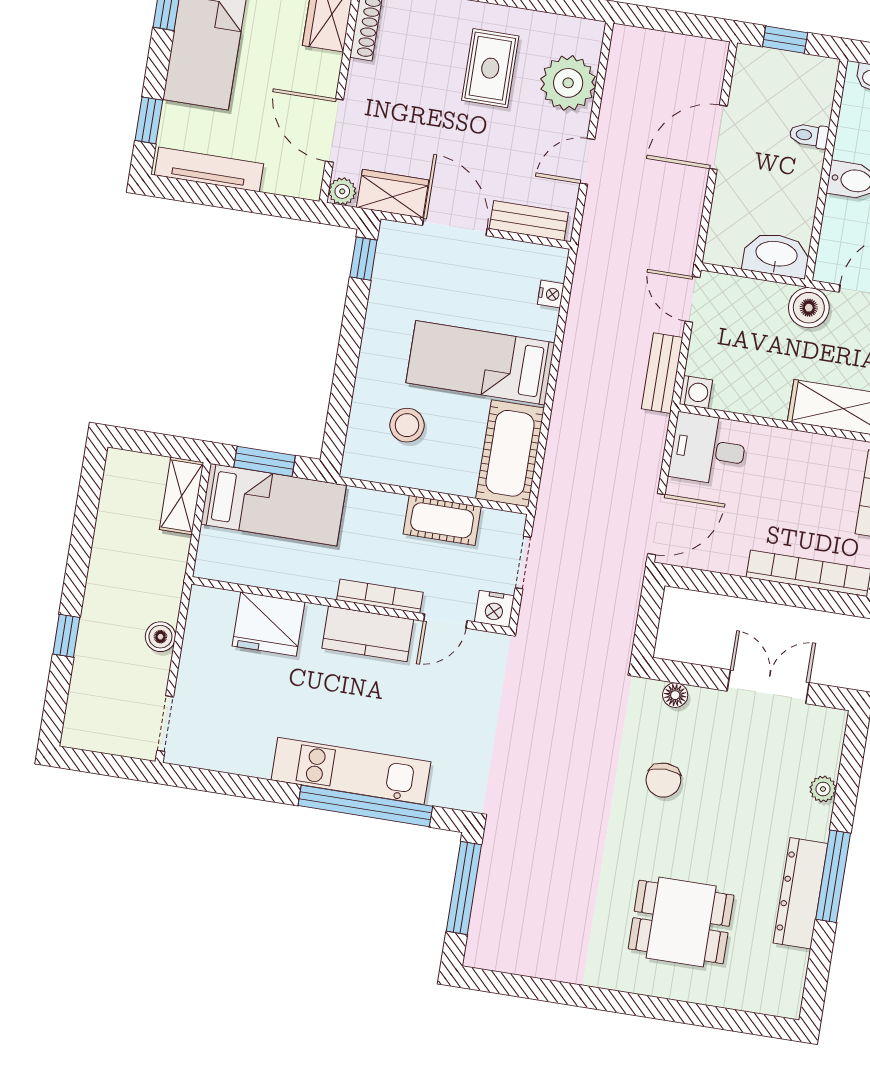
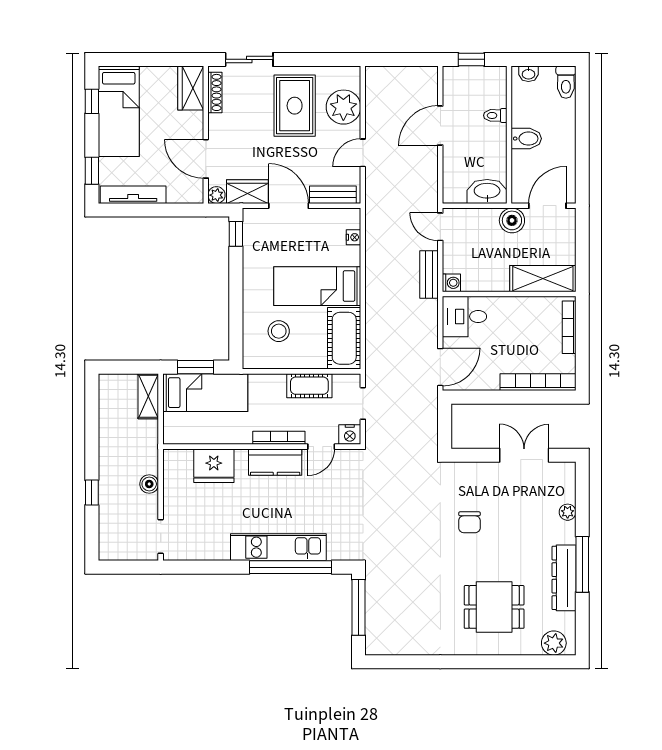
rug: (490, 68) -> (295, 106), width x1.36, depth x1.43
floor lamp: (675, 695) -> (468, 469), removed
plant: (767, 995) -> (554, 643), added

